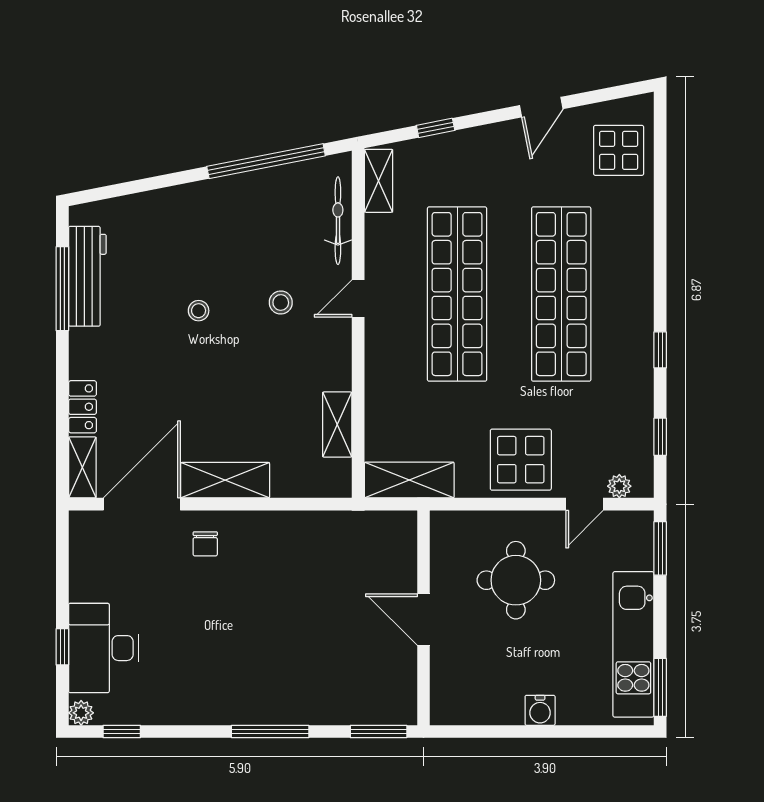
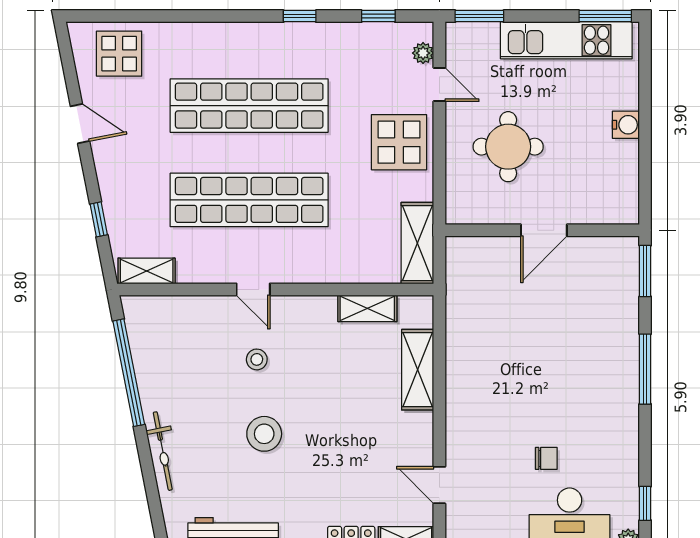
bicycle: (338, 221) -> (163, 451), moved, turned -101
stool: (199, 311) -> (264, 434), width x1.89, depth x1.89
shelving: (225, 480) -> (418, 370), moved
door: (142, 504) -> (439, 485), width x0.53
chair: (205, 544) -> (546, 458), moved

